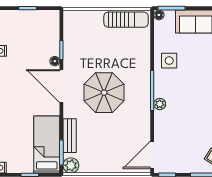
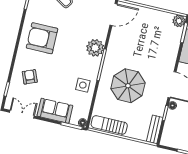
parasol: (104, 93) -> (128, 86), moved
plant: (160, 104) -> (95, 48), width x1.88, depth x1.88
bench: (70, 136) -> (155, 130), moved

